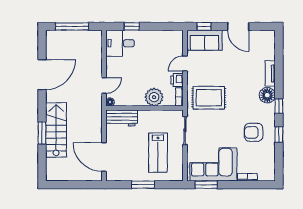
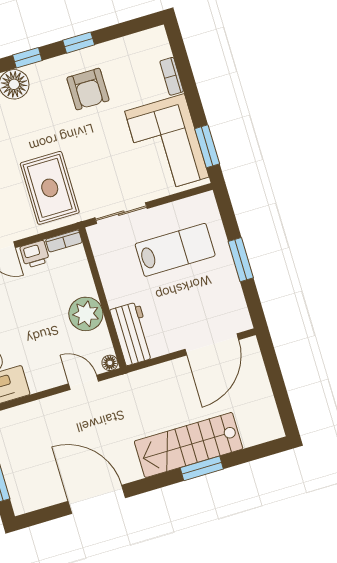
plant: (154, 97) -> (86, 314), moved

